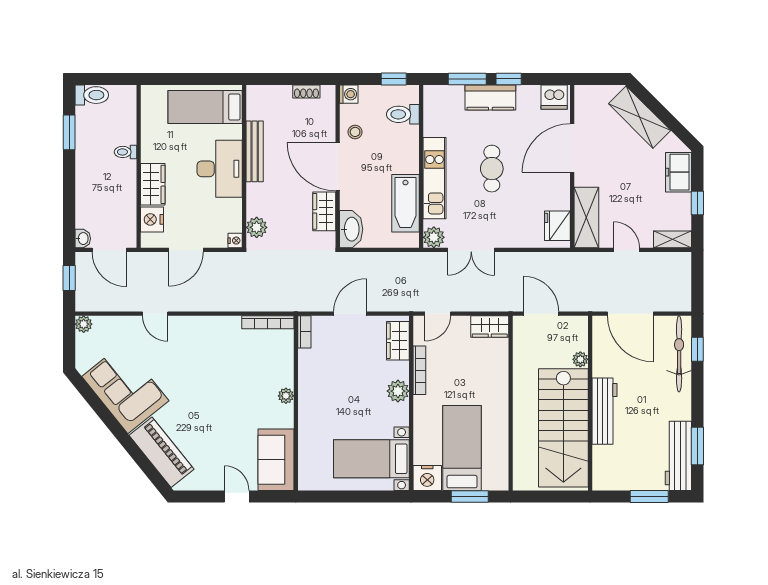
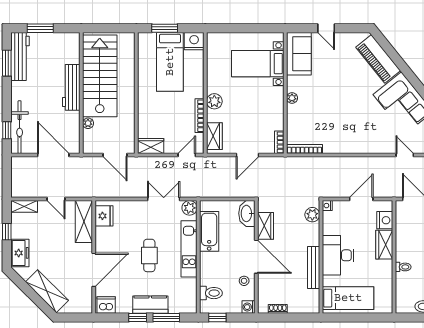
door: (155, 314) -> (405, 155), moved
bed with nightstands: (371, 459) -> (258, 64), moved, turned 180

